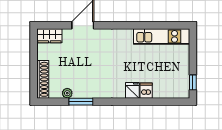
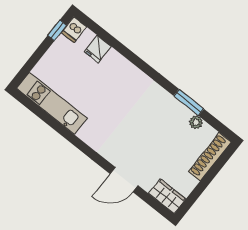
fridge: (132, 90) -> (98, 49), moved
dishwasher: (146, 91) -> (74, 30), moved

